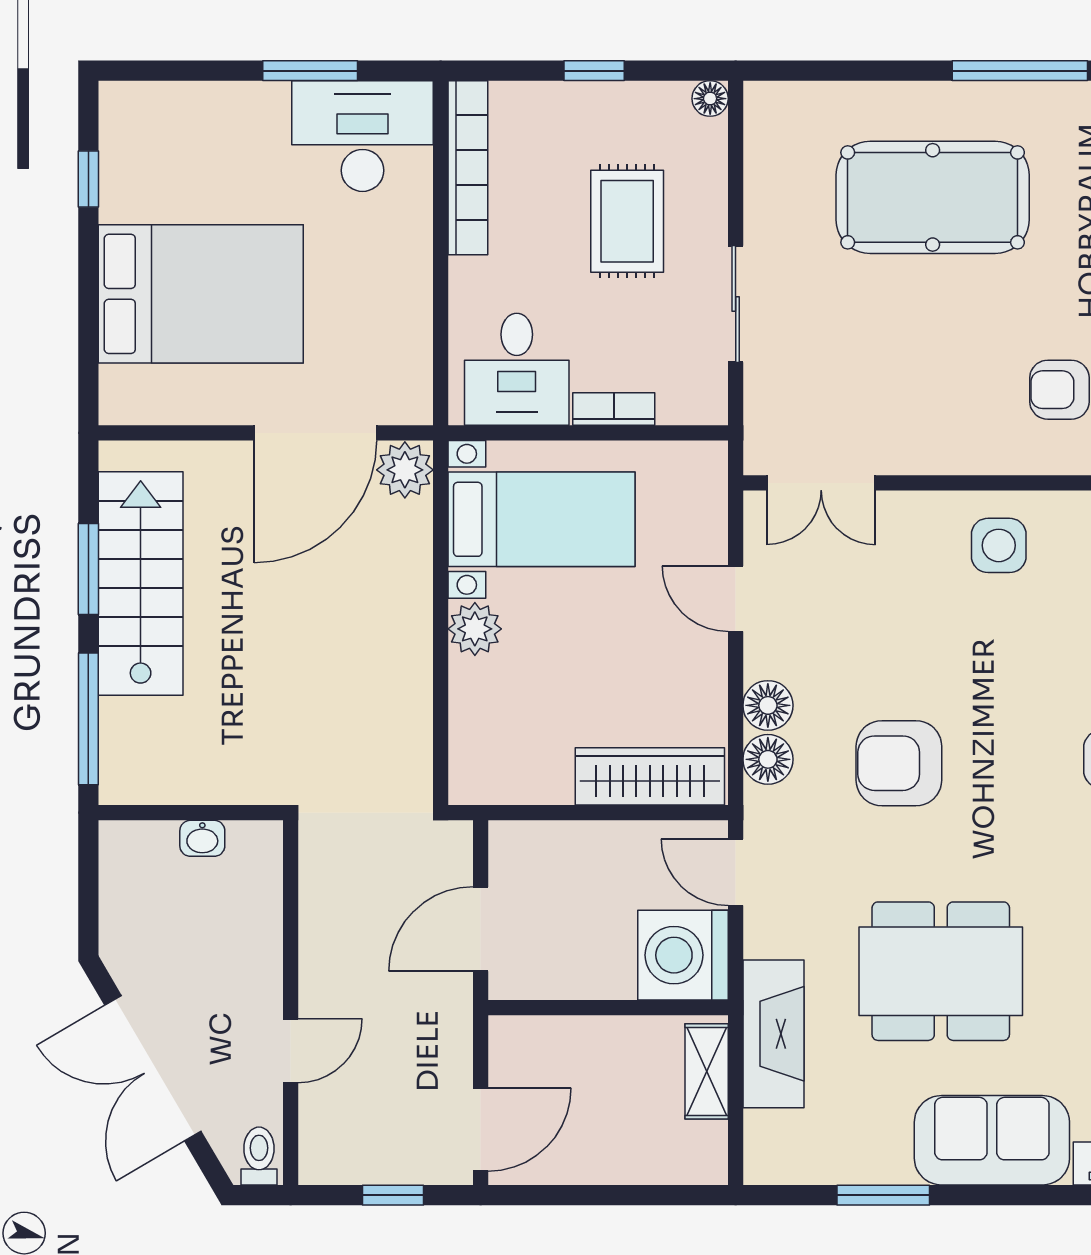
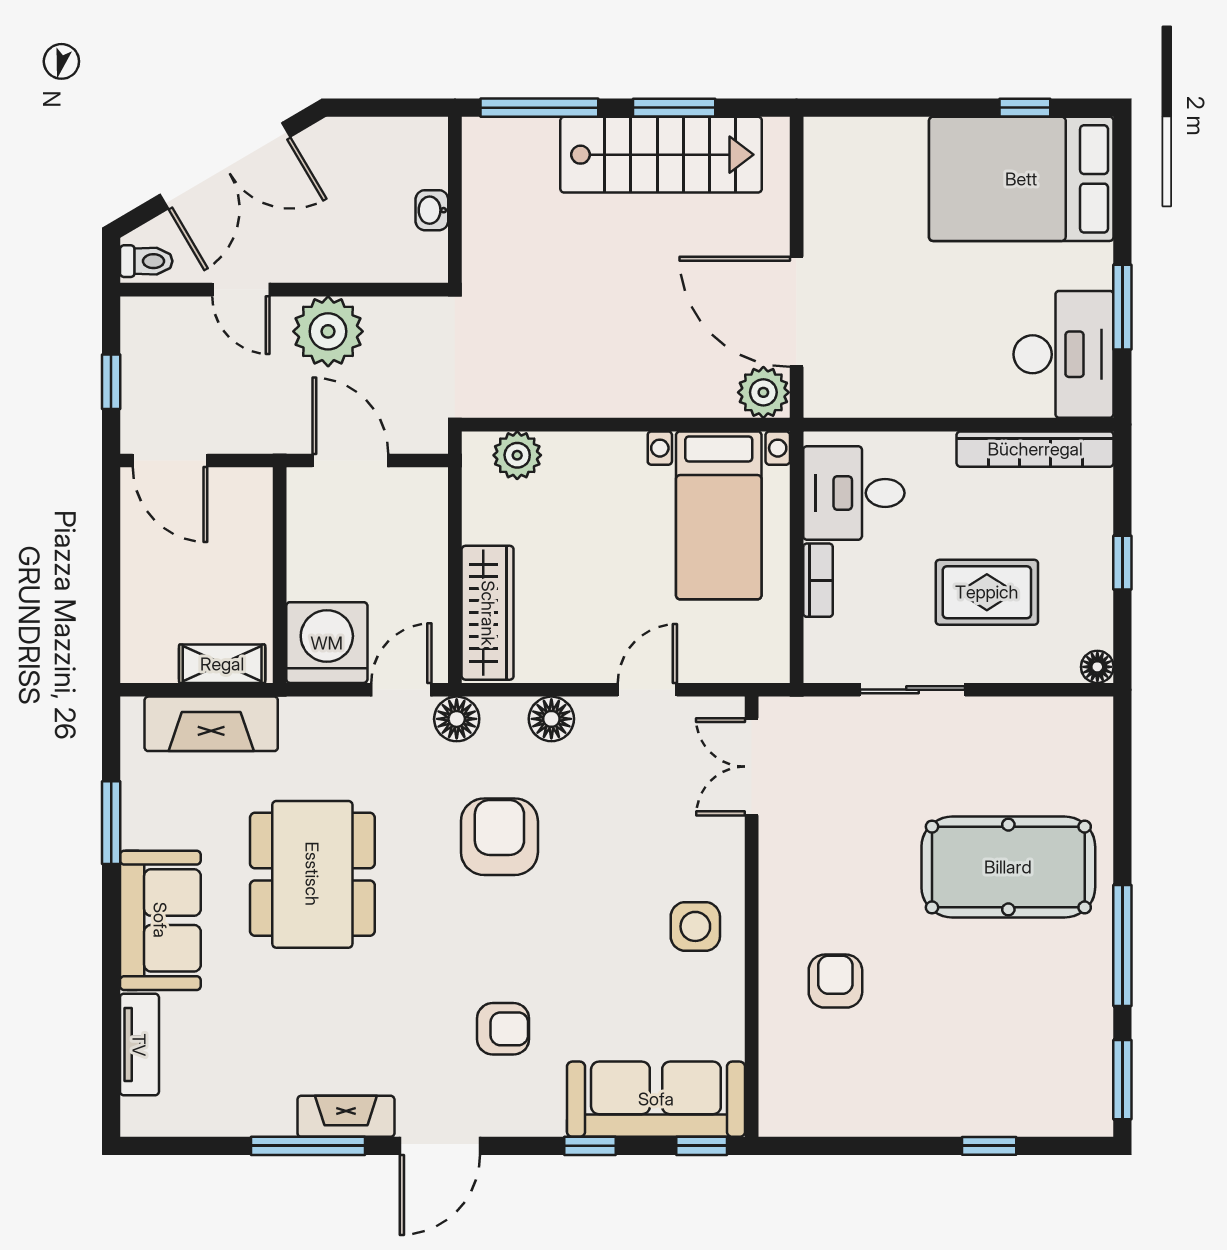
pool table: (933, 197) -> (1008, 867), turned 90
bed: (201, 294) -> (1021, 179), moved, turned 90
plant: (475, 629) -> (517, 455), moved
floor lamp: (768, 759) -> (457, 719), moved
plant: (337, 954) -> (328, 331), added
fireplace: (773, 1034) -> (211, 724), moved
double door: (153, 1068) -> (225, 166), swing flipped

